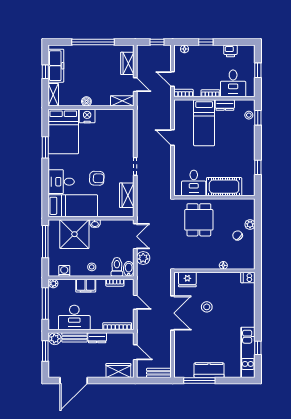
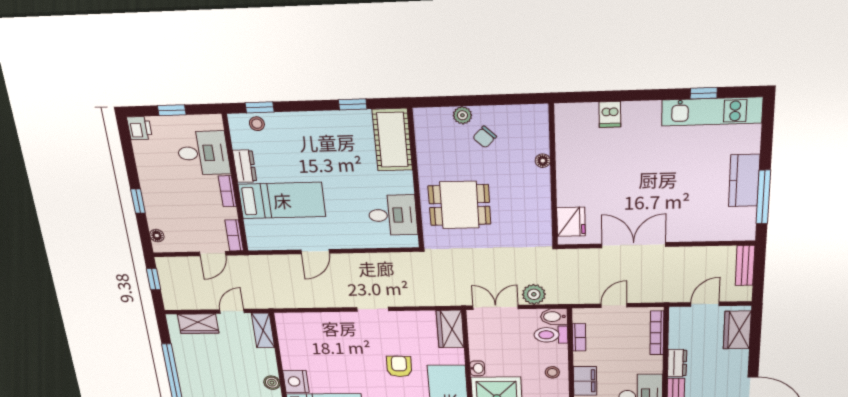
printer: (230, 51) -> (140, 128), moved
cot: (224, 187) -> (392, 140), moved
wardrobe: (127, 195) -> (450, 329), moved, turned 90
dishwasher: (248, 277) -> (610, 114), moved
stool: (207, 307) -> (622, 188), removed

